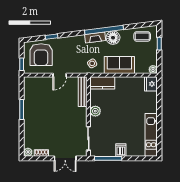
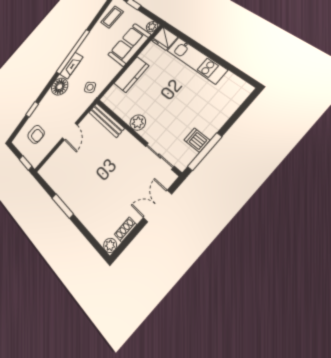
floor lamp: (113, 38) -> (60, 87), moved
armchair: (41, 55) -> (36, 134), width x0.53, depth x0.53
sofa: (119, 65) -> (129, 45), moved
kitchen counter: (102, 83) -> (131, 75), moved
kitchen unit: (151, 135) -> (196, 60), moved
dishwasher: (121, 150) -> (197, 140), moved
double door: (65, 158) -> (158, 206), swing flipped

